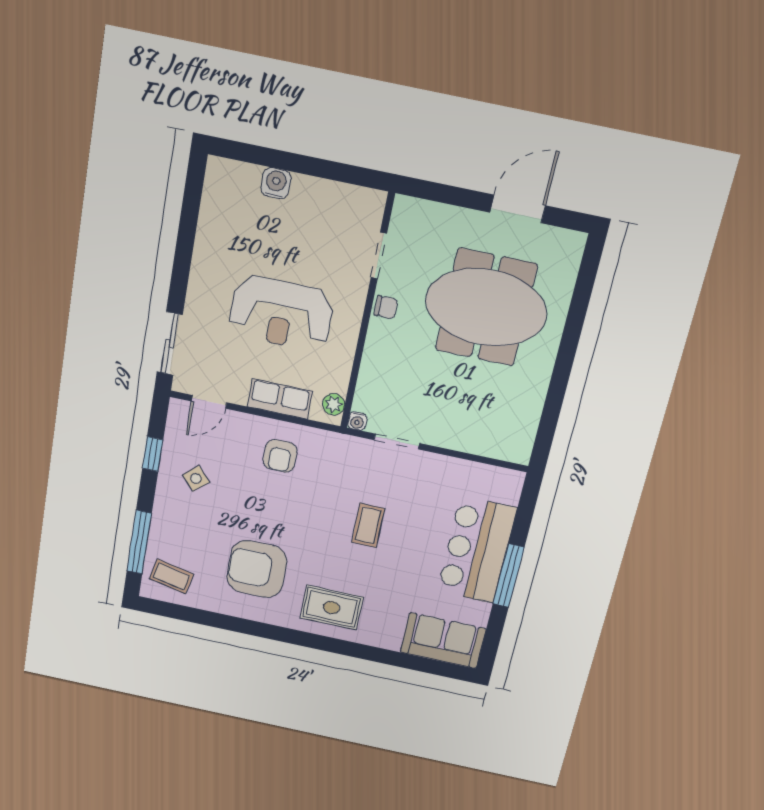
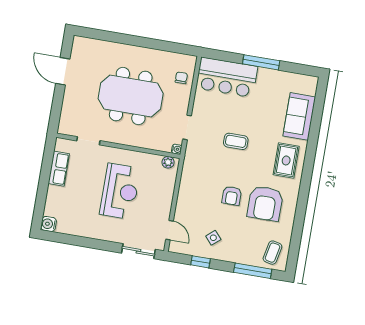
water cooler: (276, 183) -> (49, 224), moved
chair: (386, 307) -> (181, 78), moved
meeting table: (486, 307) -> (131, 96), moved, turned 90
row of seats: (280, 399) -> (59, 169), moved, turned 180
armchair: (280, 456) -> (232, 196), moved, turned 90
bar counter: (477, 550) -> (227, 77), moved
sofa: (443, 641) -> (299, 116), moved

